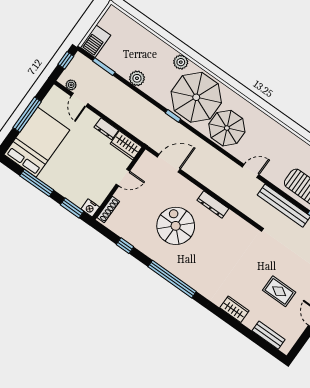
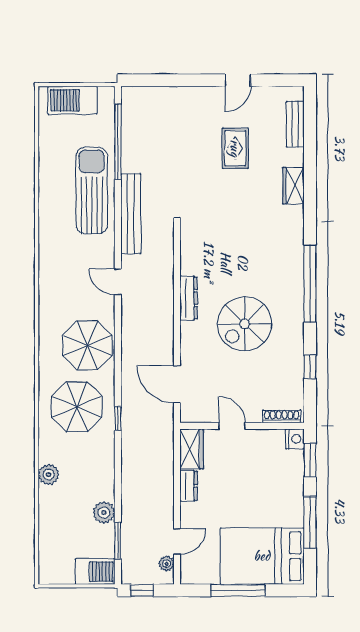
plant: (181, 62) -> (49, 475), moved
plant: (137, 78) -> (104, 513), moved
parasol: (196, 97) -> (77, 407), width x0.73, depth x0.73

